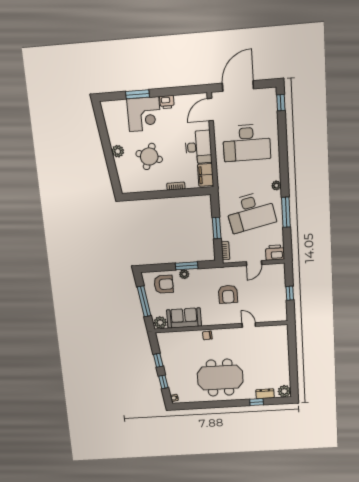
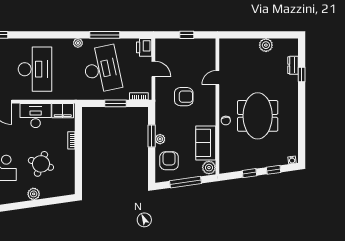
meeting table: (220, 378) -> (258, 116), moved
plant: (284, 391) -> (266, 45), moved

